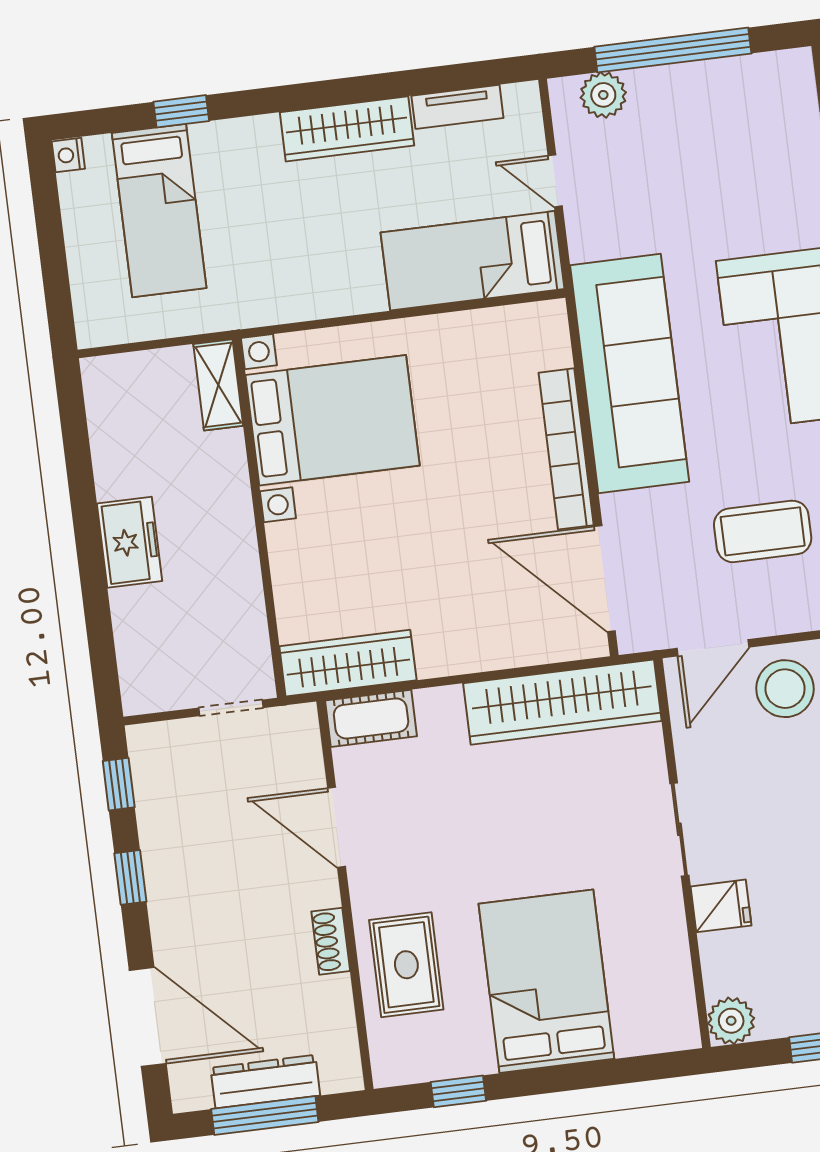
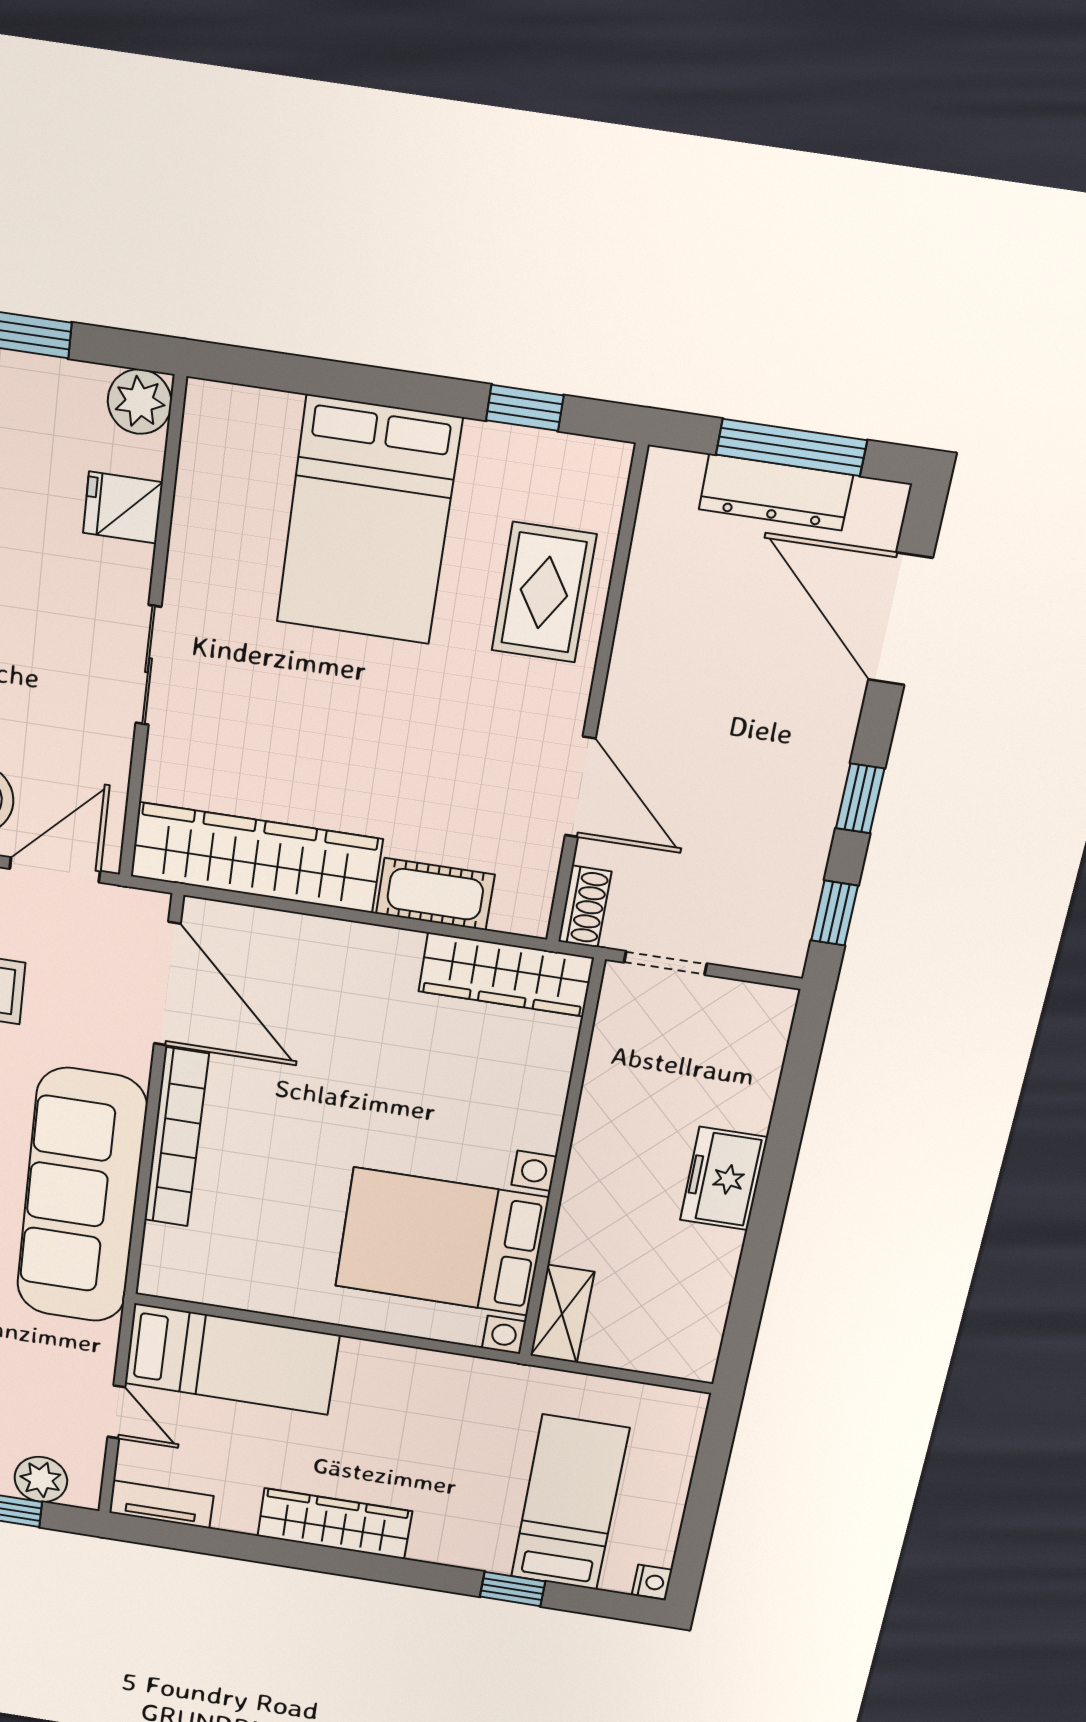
tv unit: (457, 107) -> (161, 1504), moved
cot: (371, 718) -> (435, 894), moved
fridge: (721, 906) -> (123, 508), moved
shoe rack: (331, 941) -> (585, 907), moved

